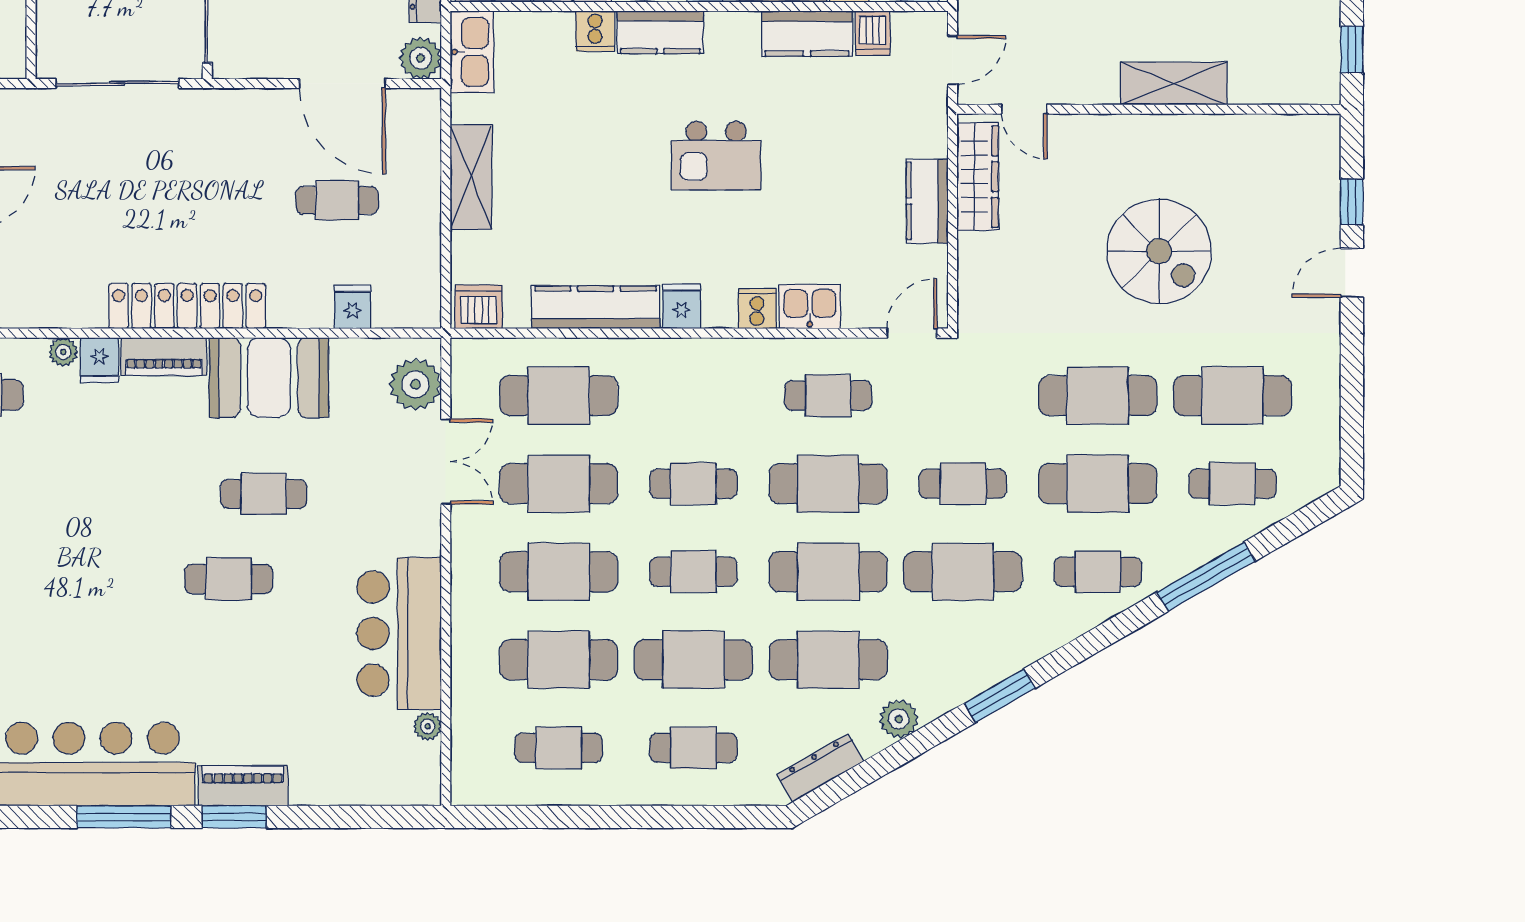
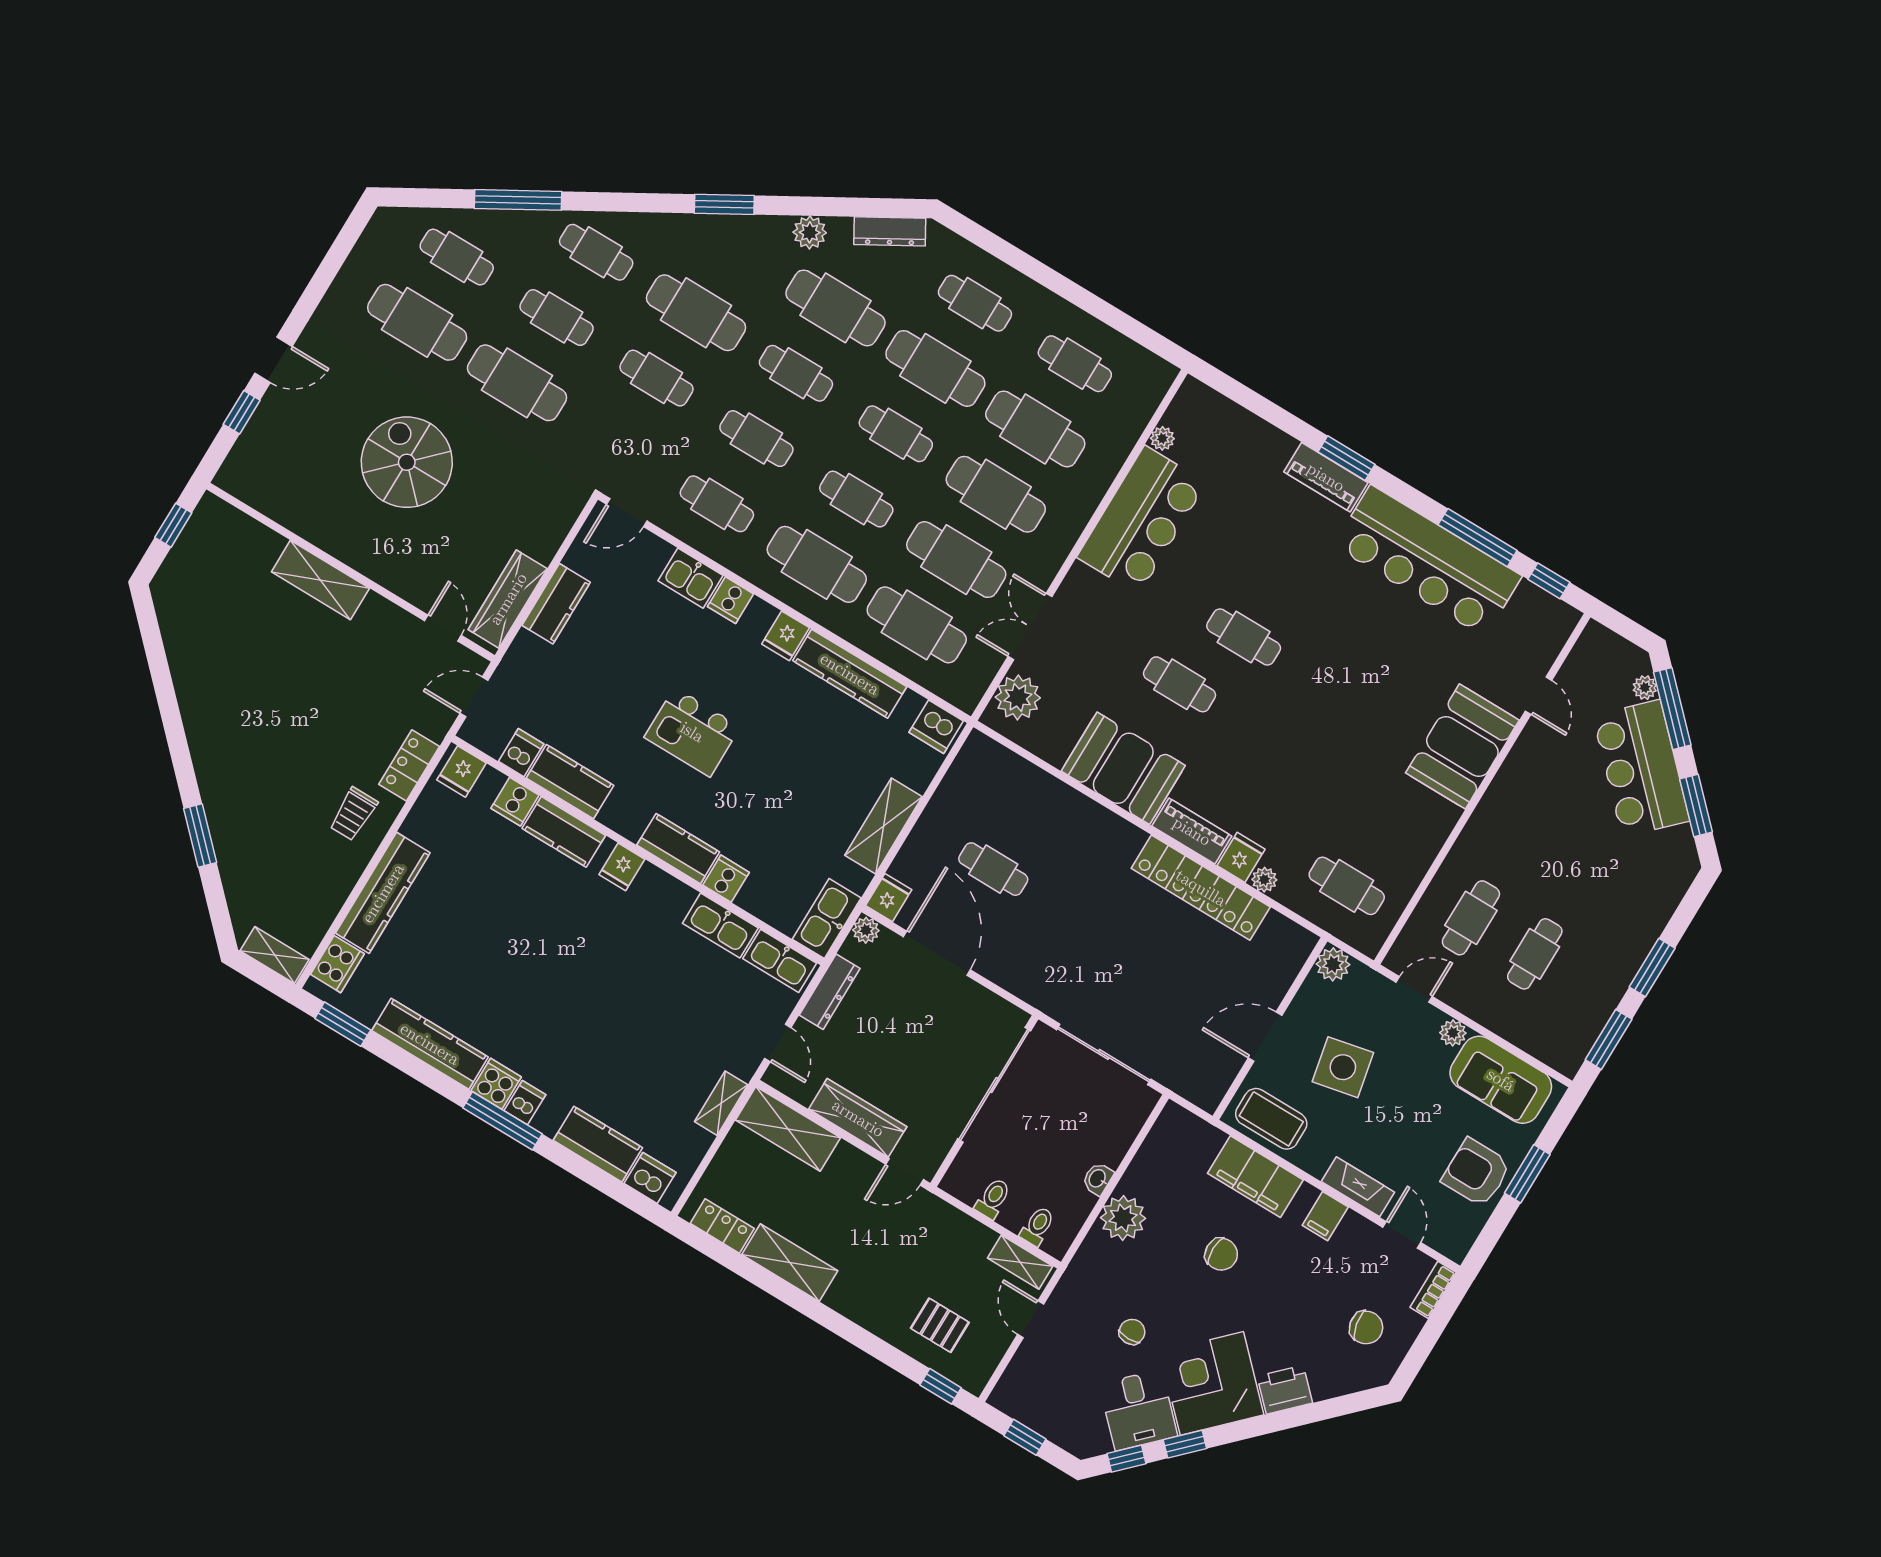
plant: (420, 58) -> (866, 930), width x0.73, depth x0.73
kitchen island: (716, 156) -> (692, 732), turned 180
locker: (187, 306) -> (1201, 888), moved
fridge: (353, 307) -> (889, 898), moved, turned 180
cafe table: (693, 396) -> (817, 564), added
cafe table: (828, 484) -> (756, 439), width x0.73, depth x0.74
cafe table: (1098, 484) -> (557, 318), width x0.73, depth x0.74
cafe table: (828, 572) -> (796, 373), width x0.73, depth x0.74
window: (124, 817) -> (1478, 538), moved

